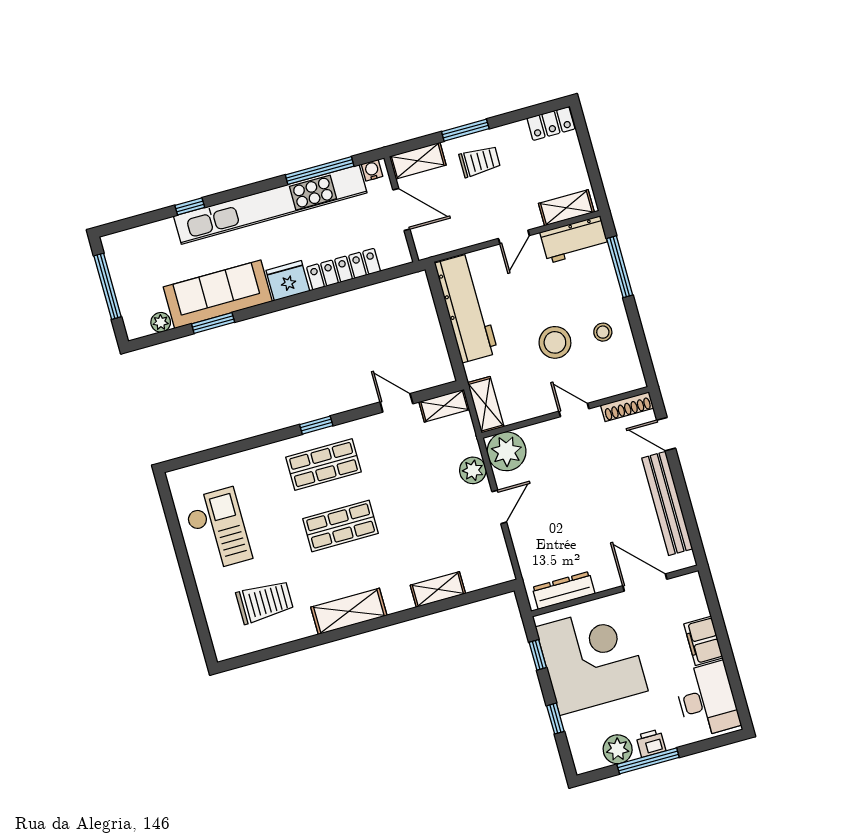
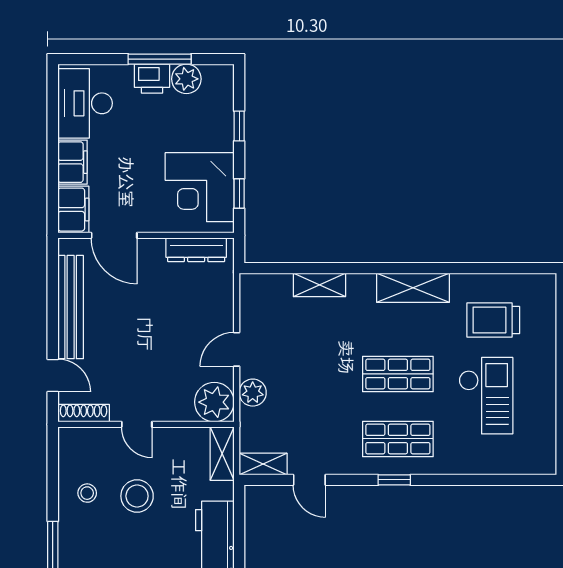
checkout: (218, 529) -> (486, 396), moved, turned 180
filing cabinet: (690, 596) -> (73, 210), added
corner desk: (592, 659) -> (200, 187), width x0.74, depth x0.74
printer: (651, 743) -> (152, 79), width x1.36, depth x1.24

